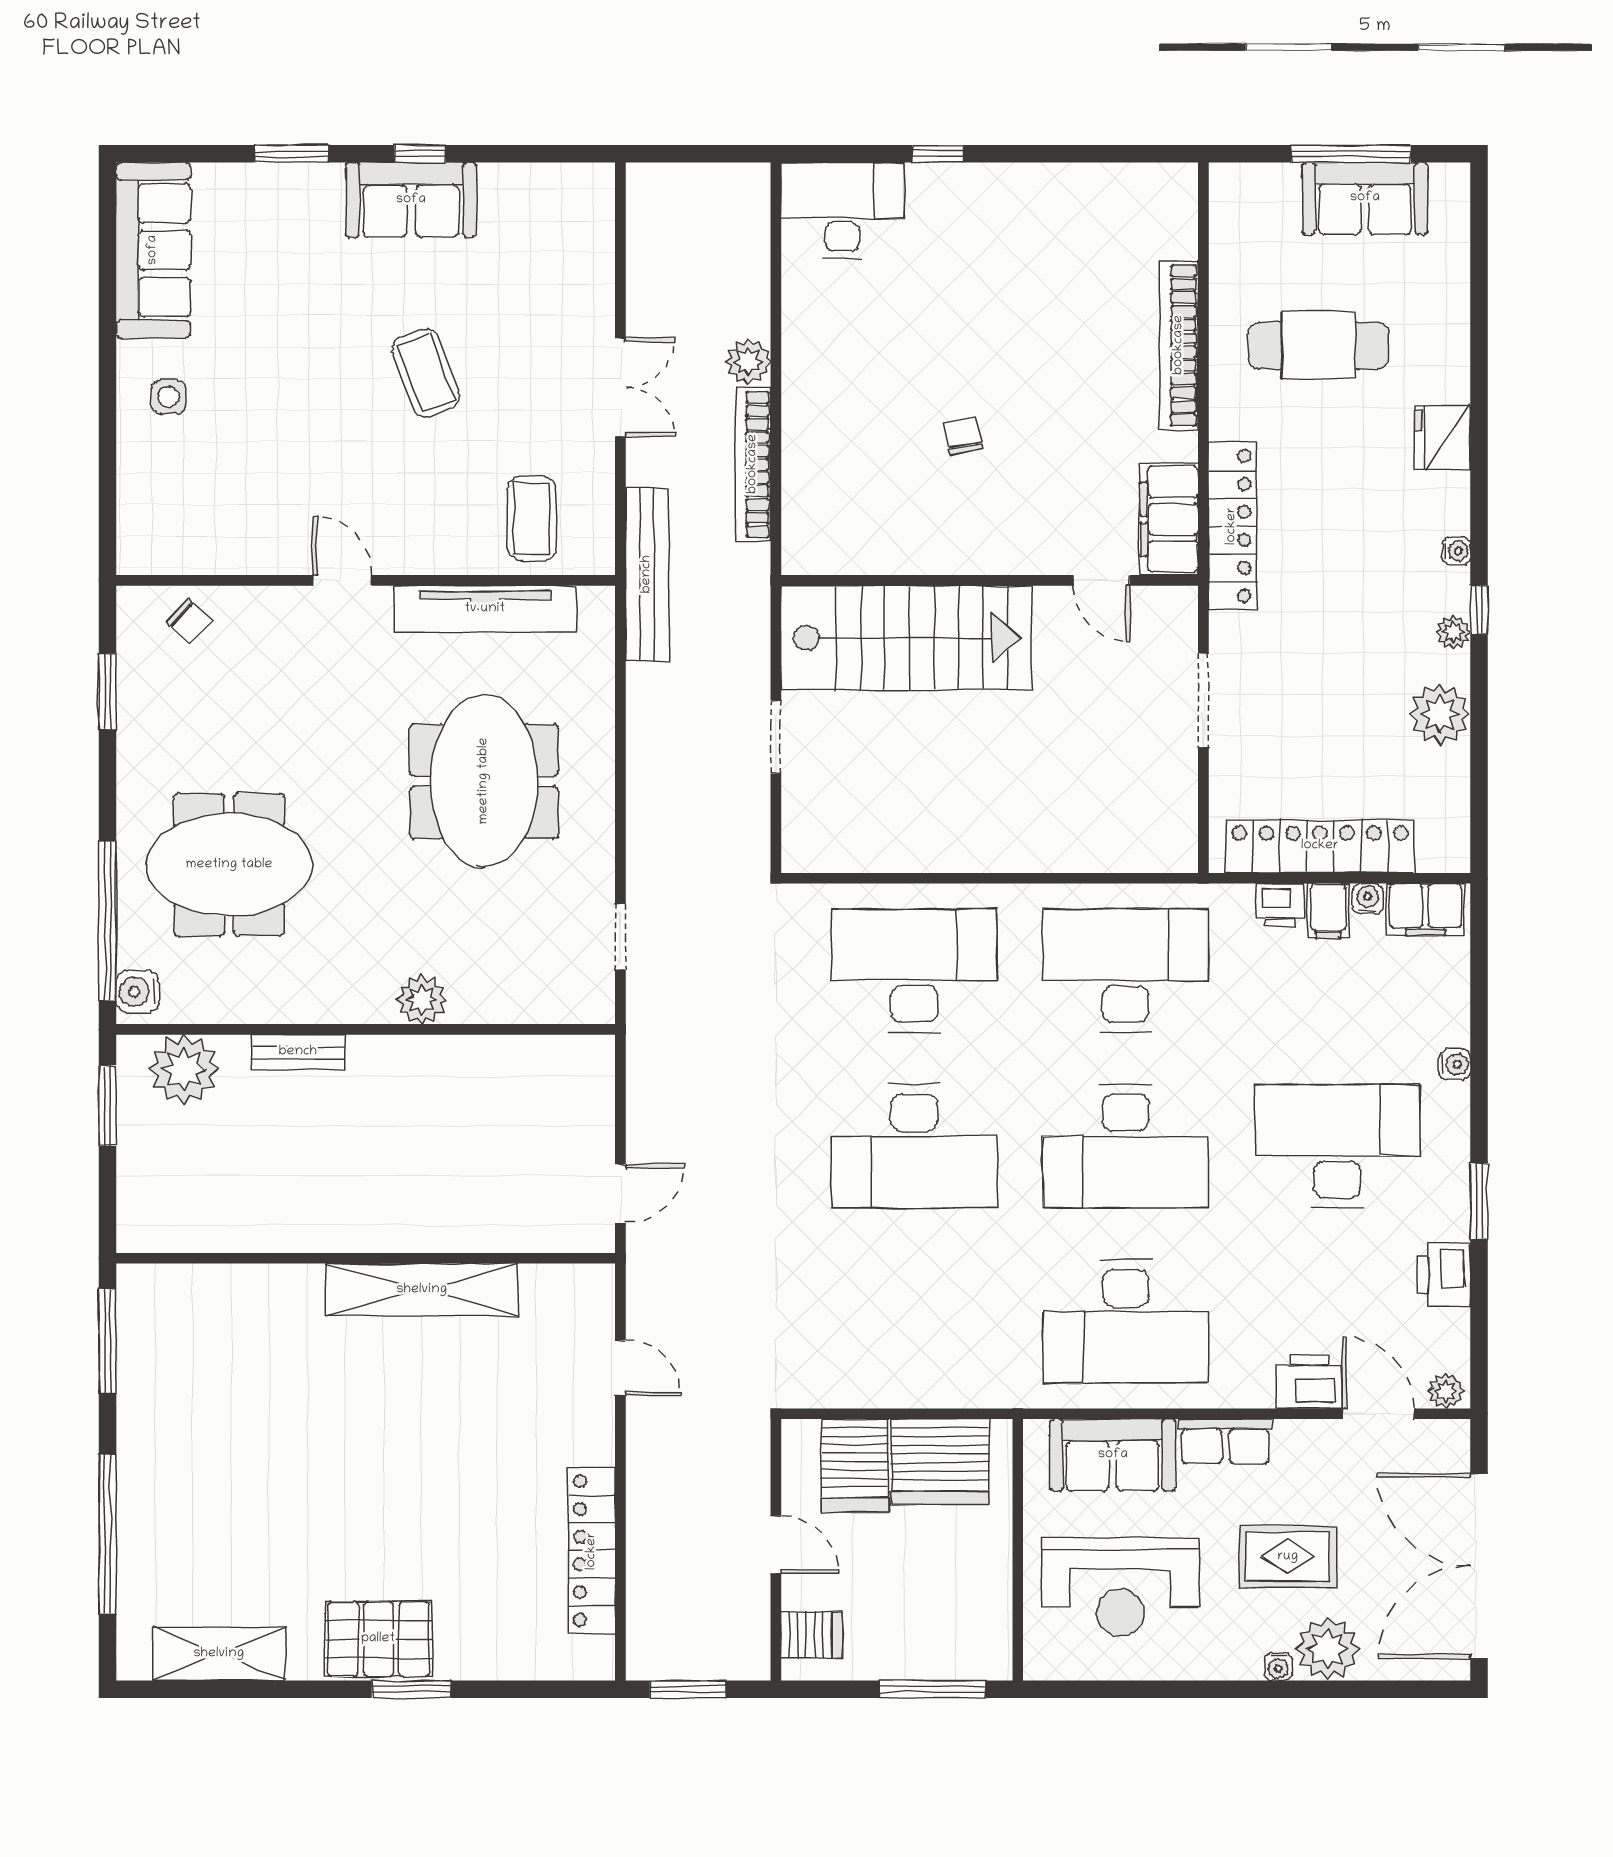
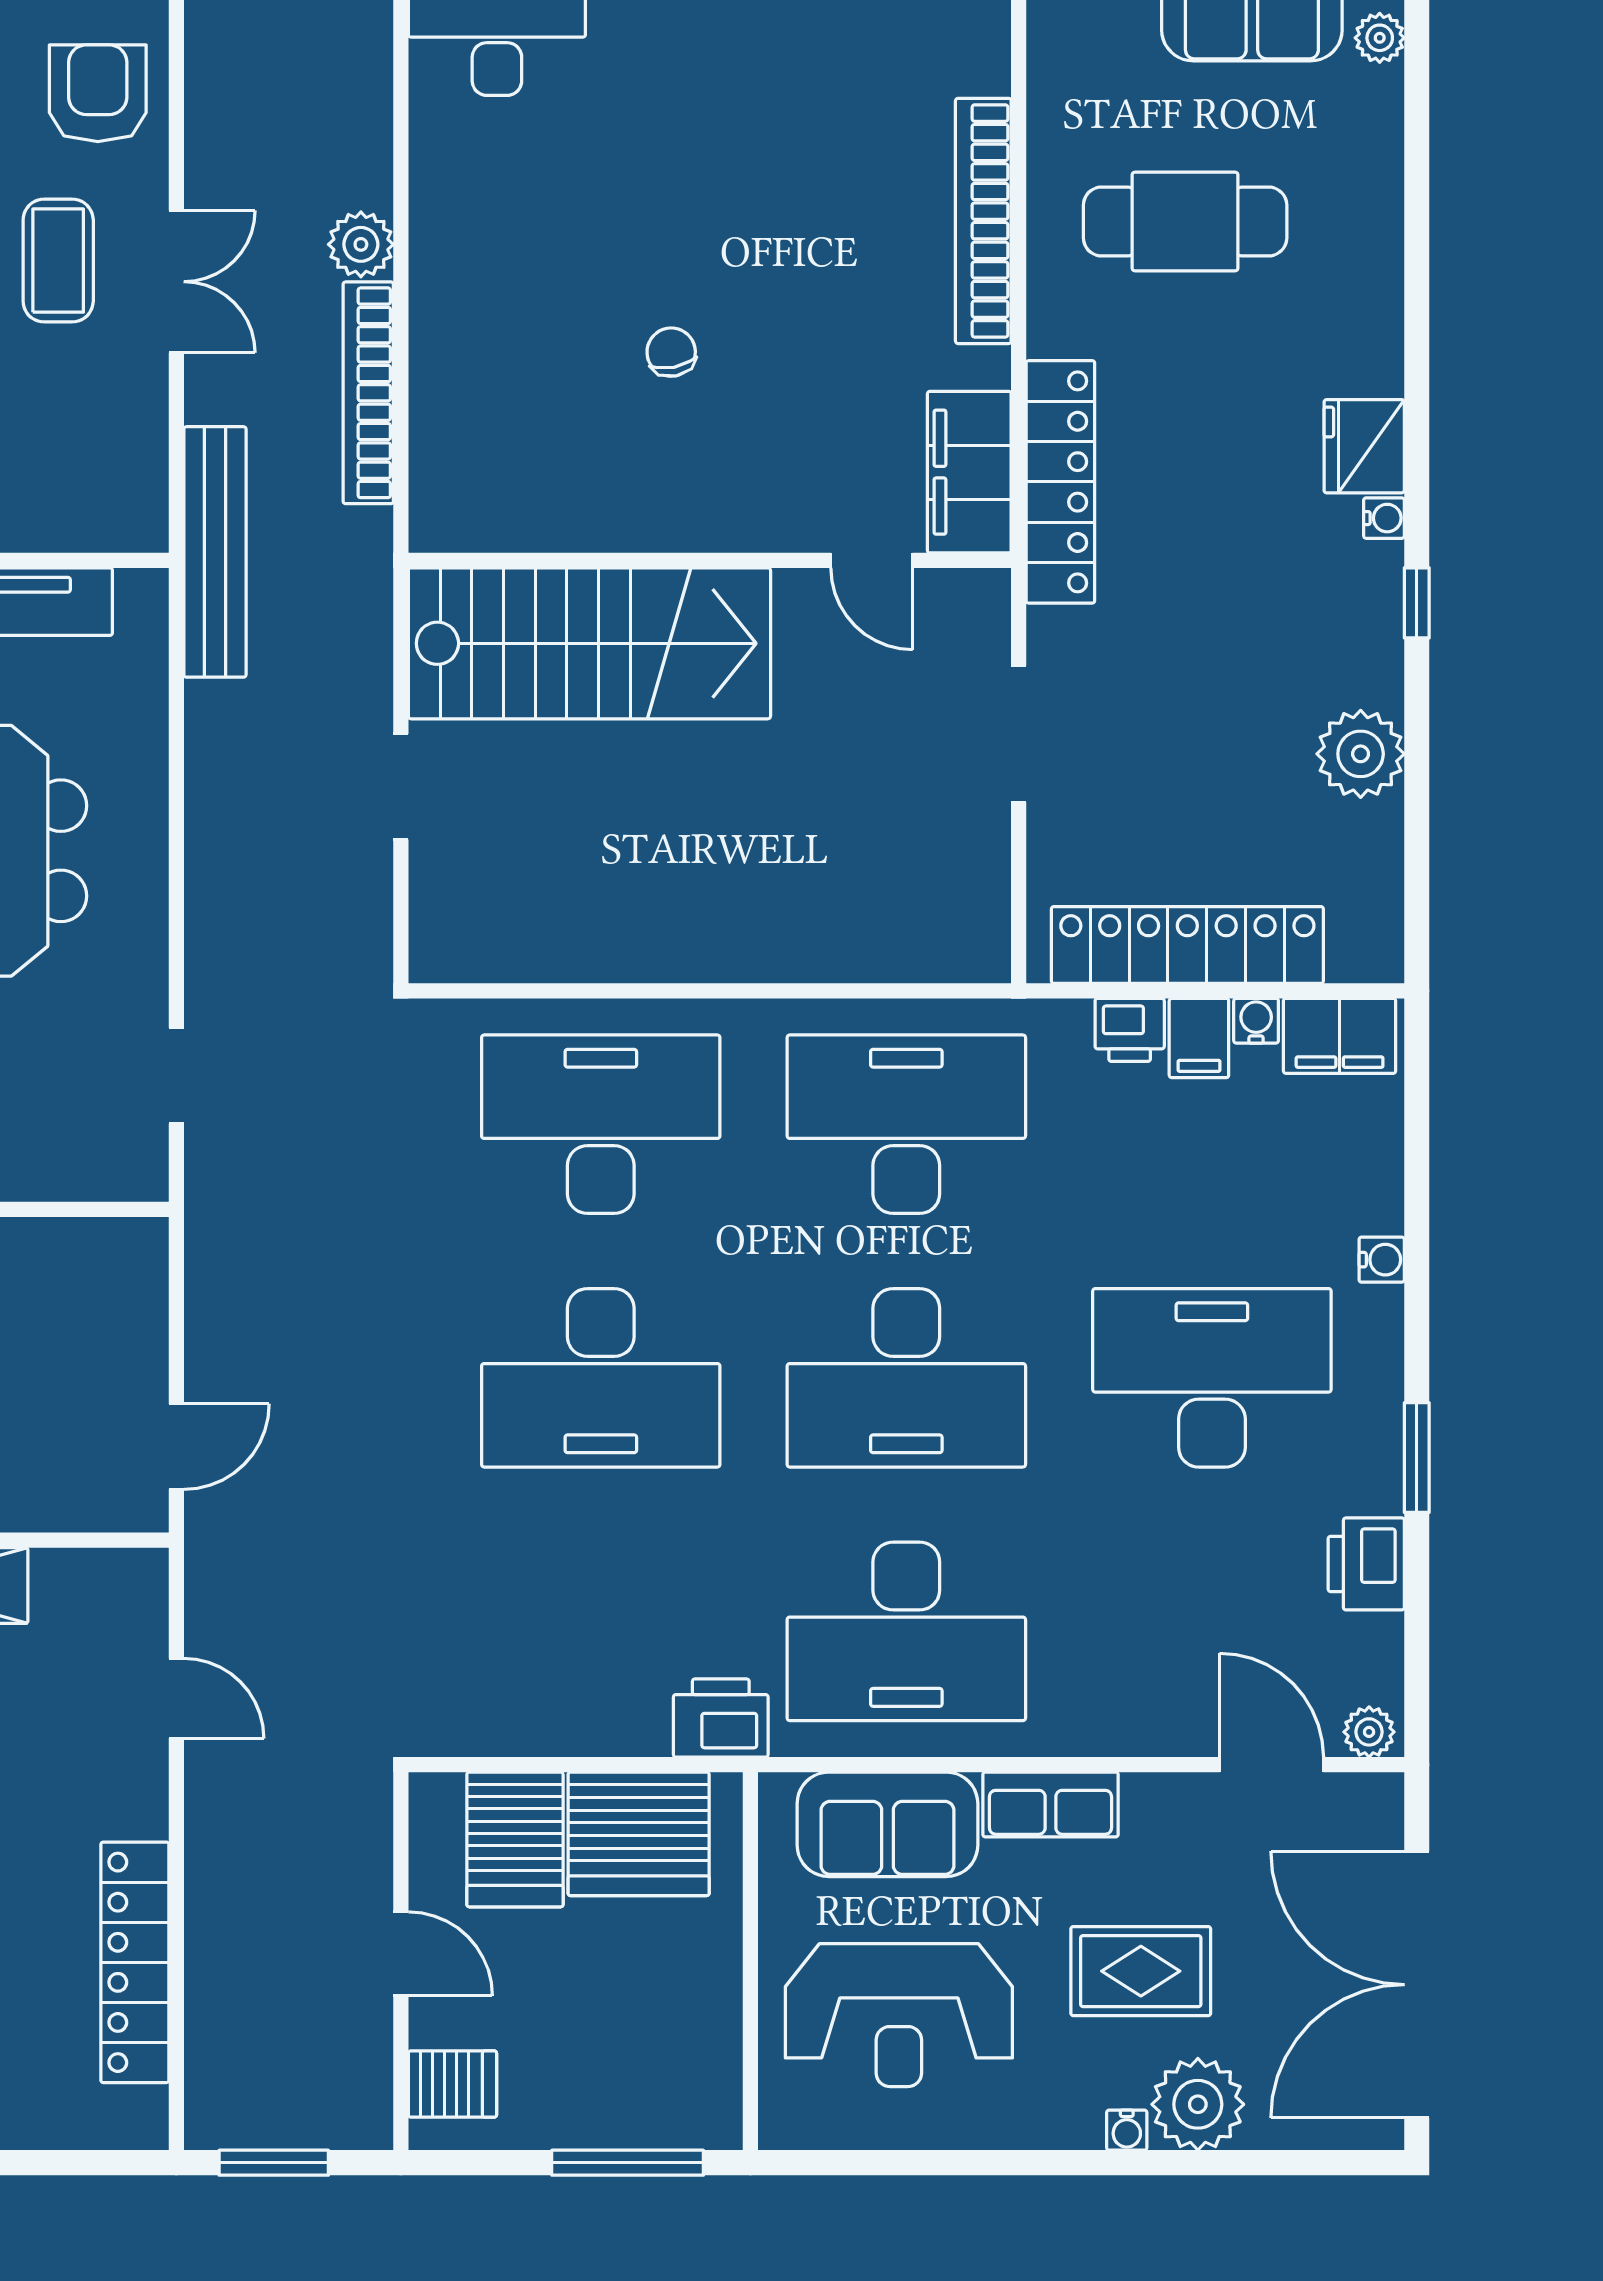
armchair: (566, 257) -> (98, 93), added
fridge: (1442, 438) -> (1364, 446), moved
coffee table: (532, 518) -> (58, 261), moved
plant: (1453, 632) -> (1380, 38), moved
printer: (1309, 1381) -> (721, 1718), moved

